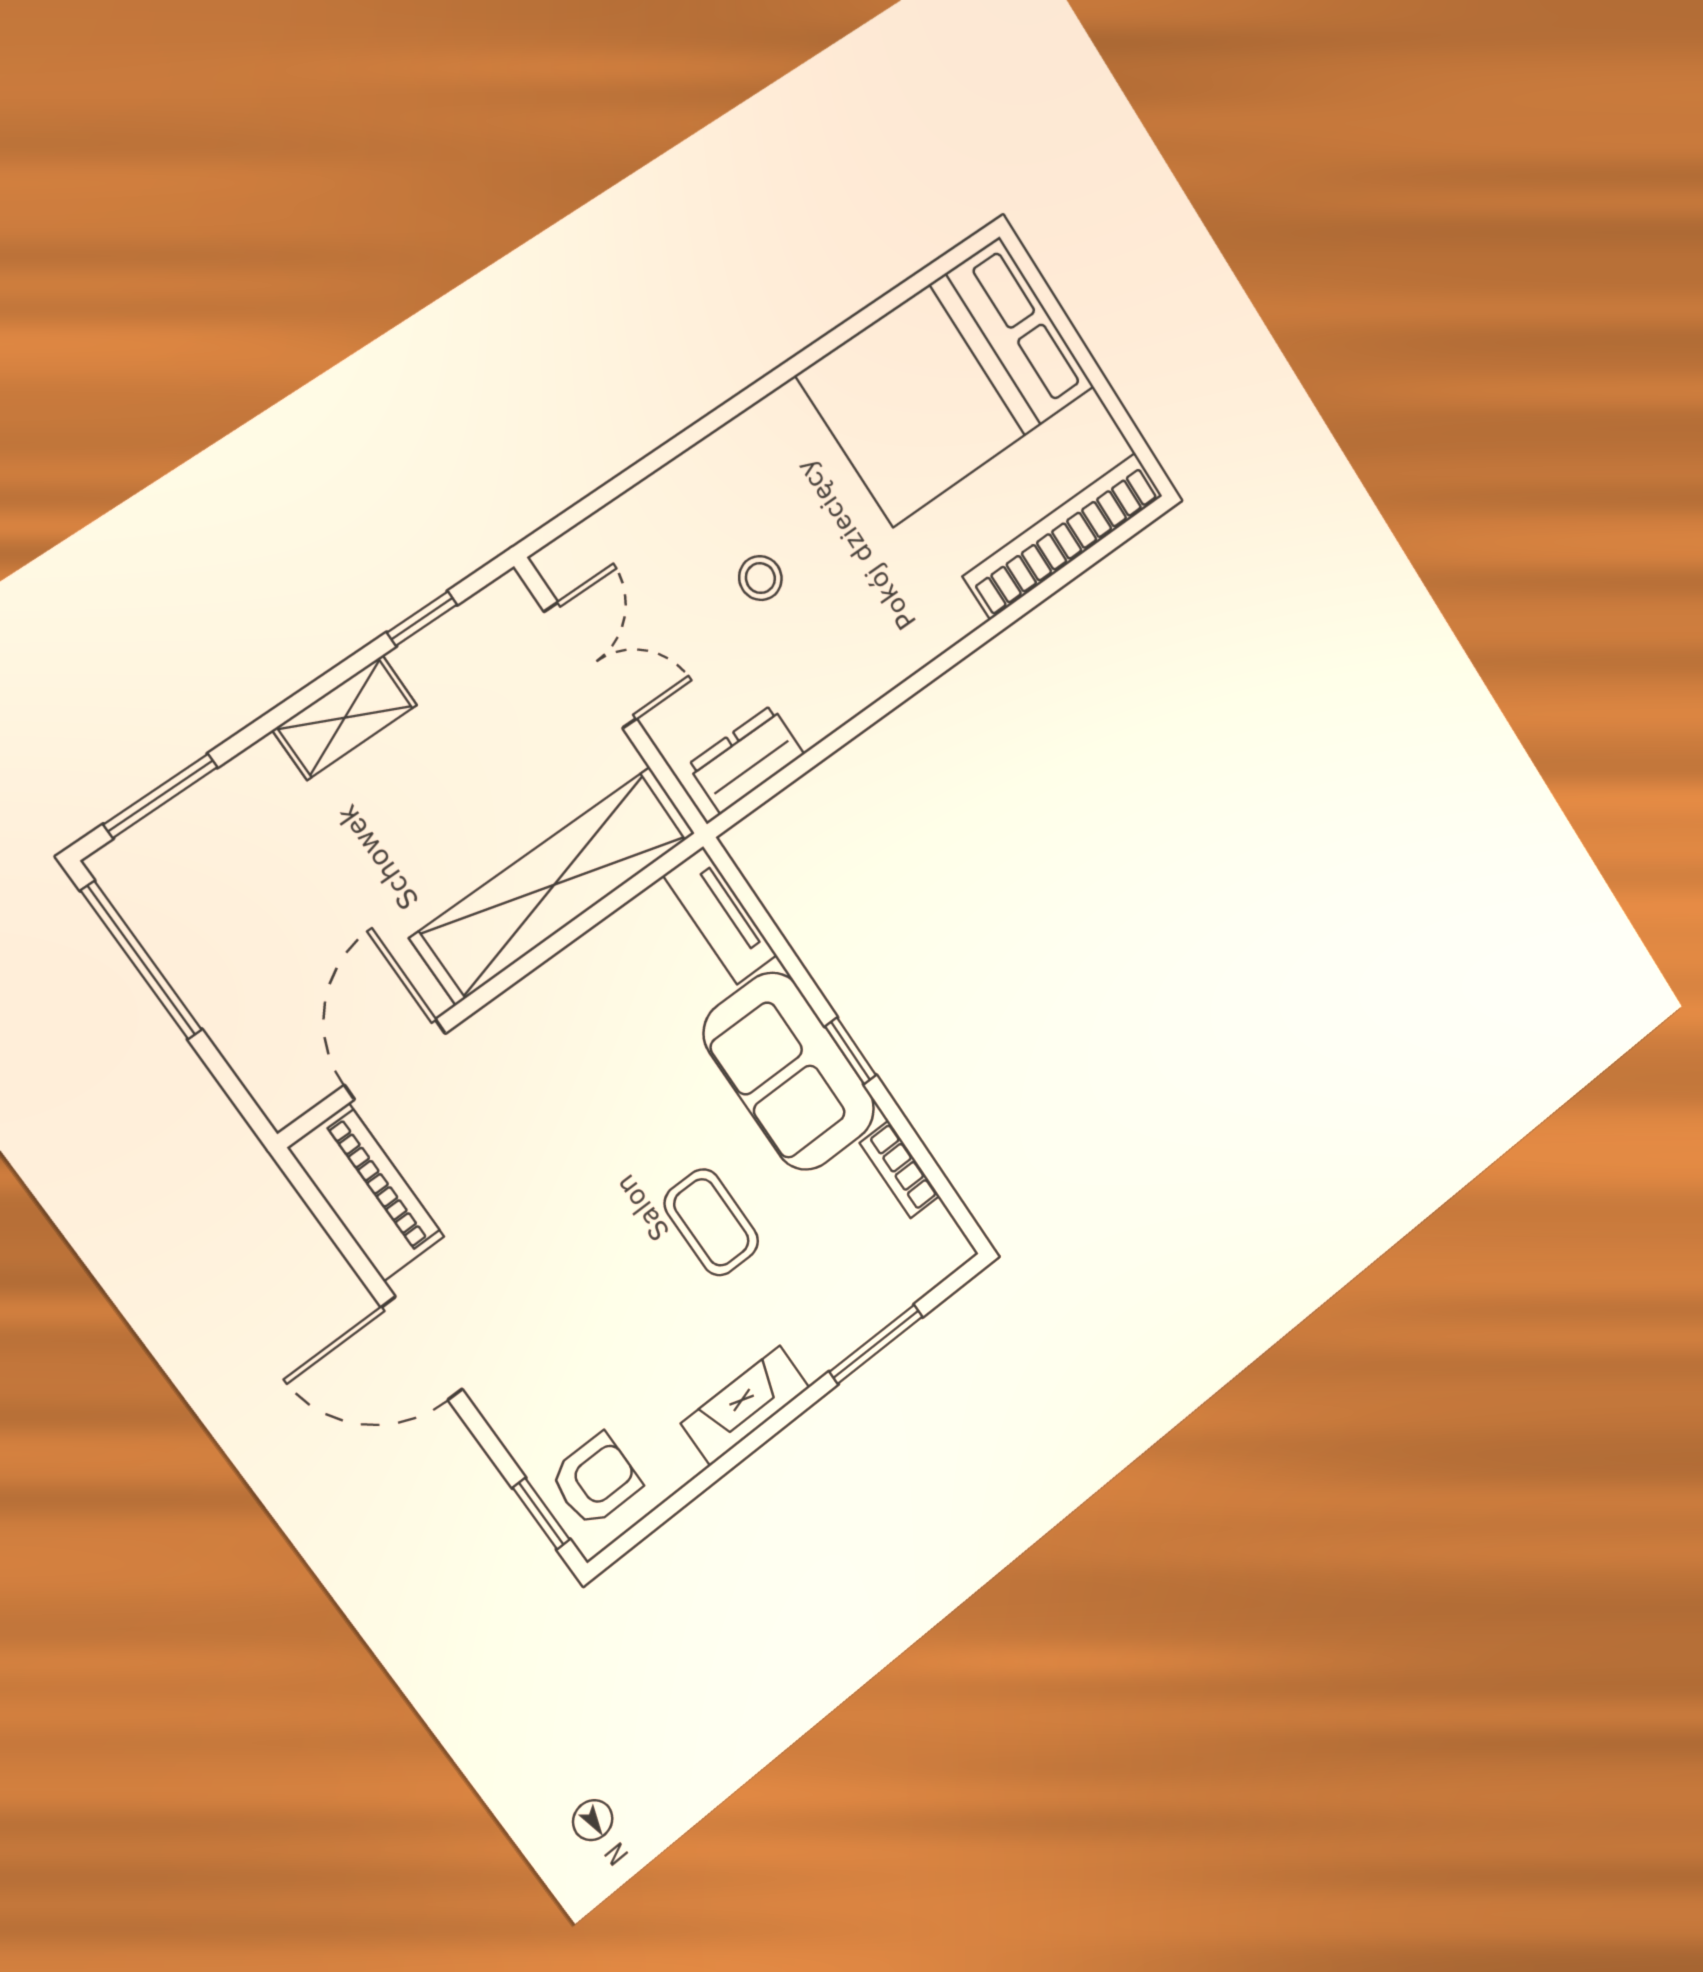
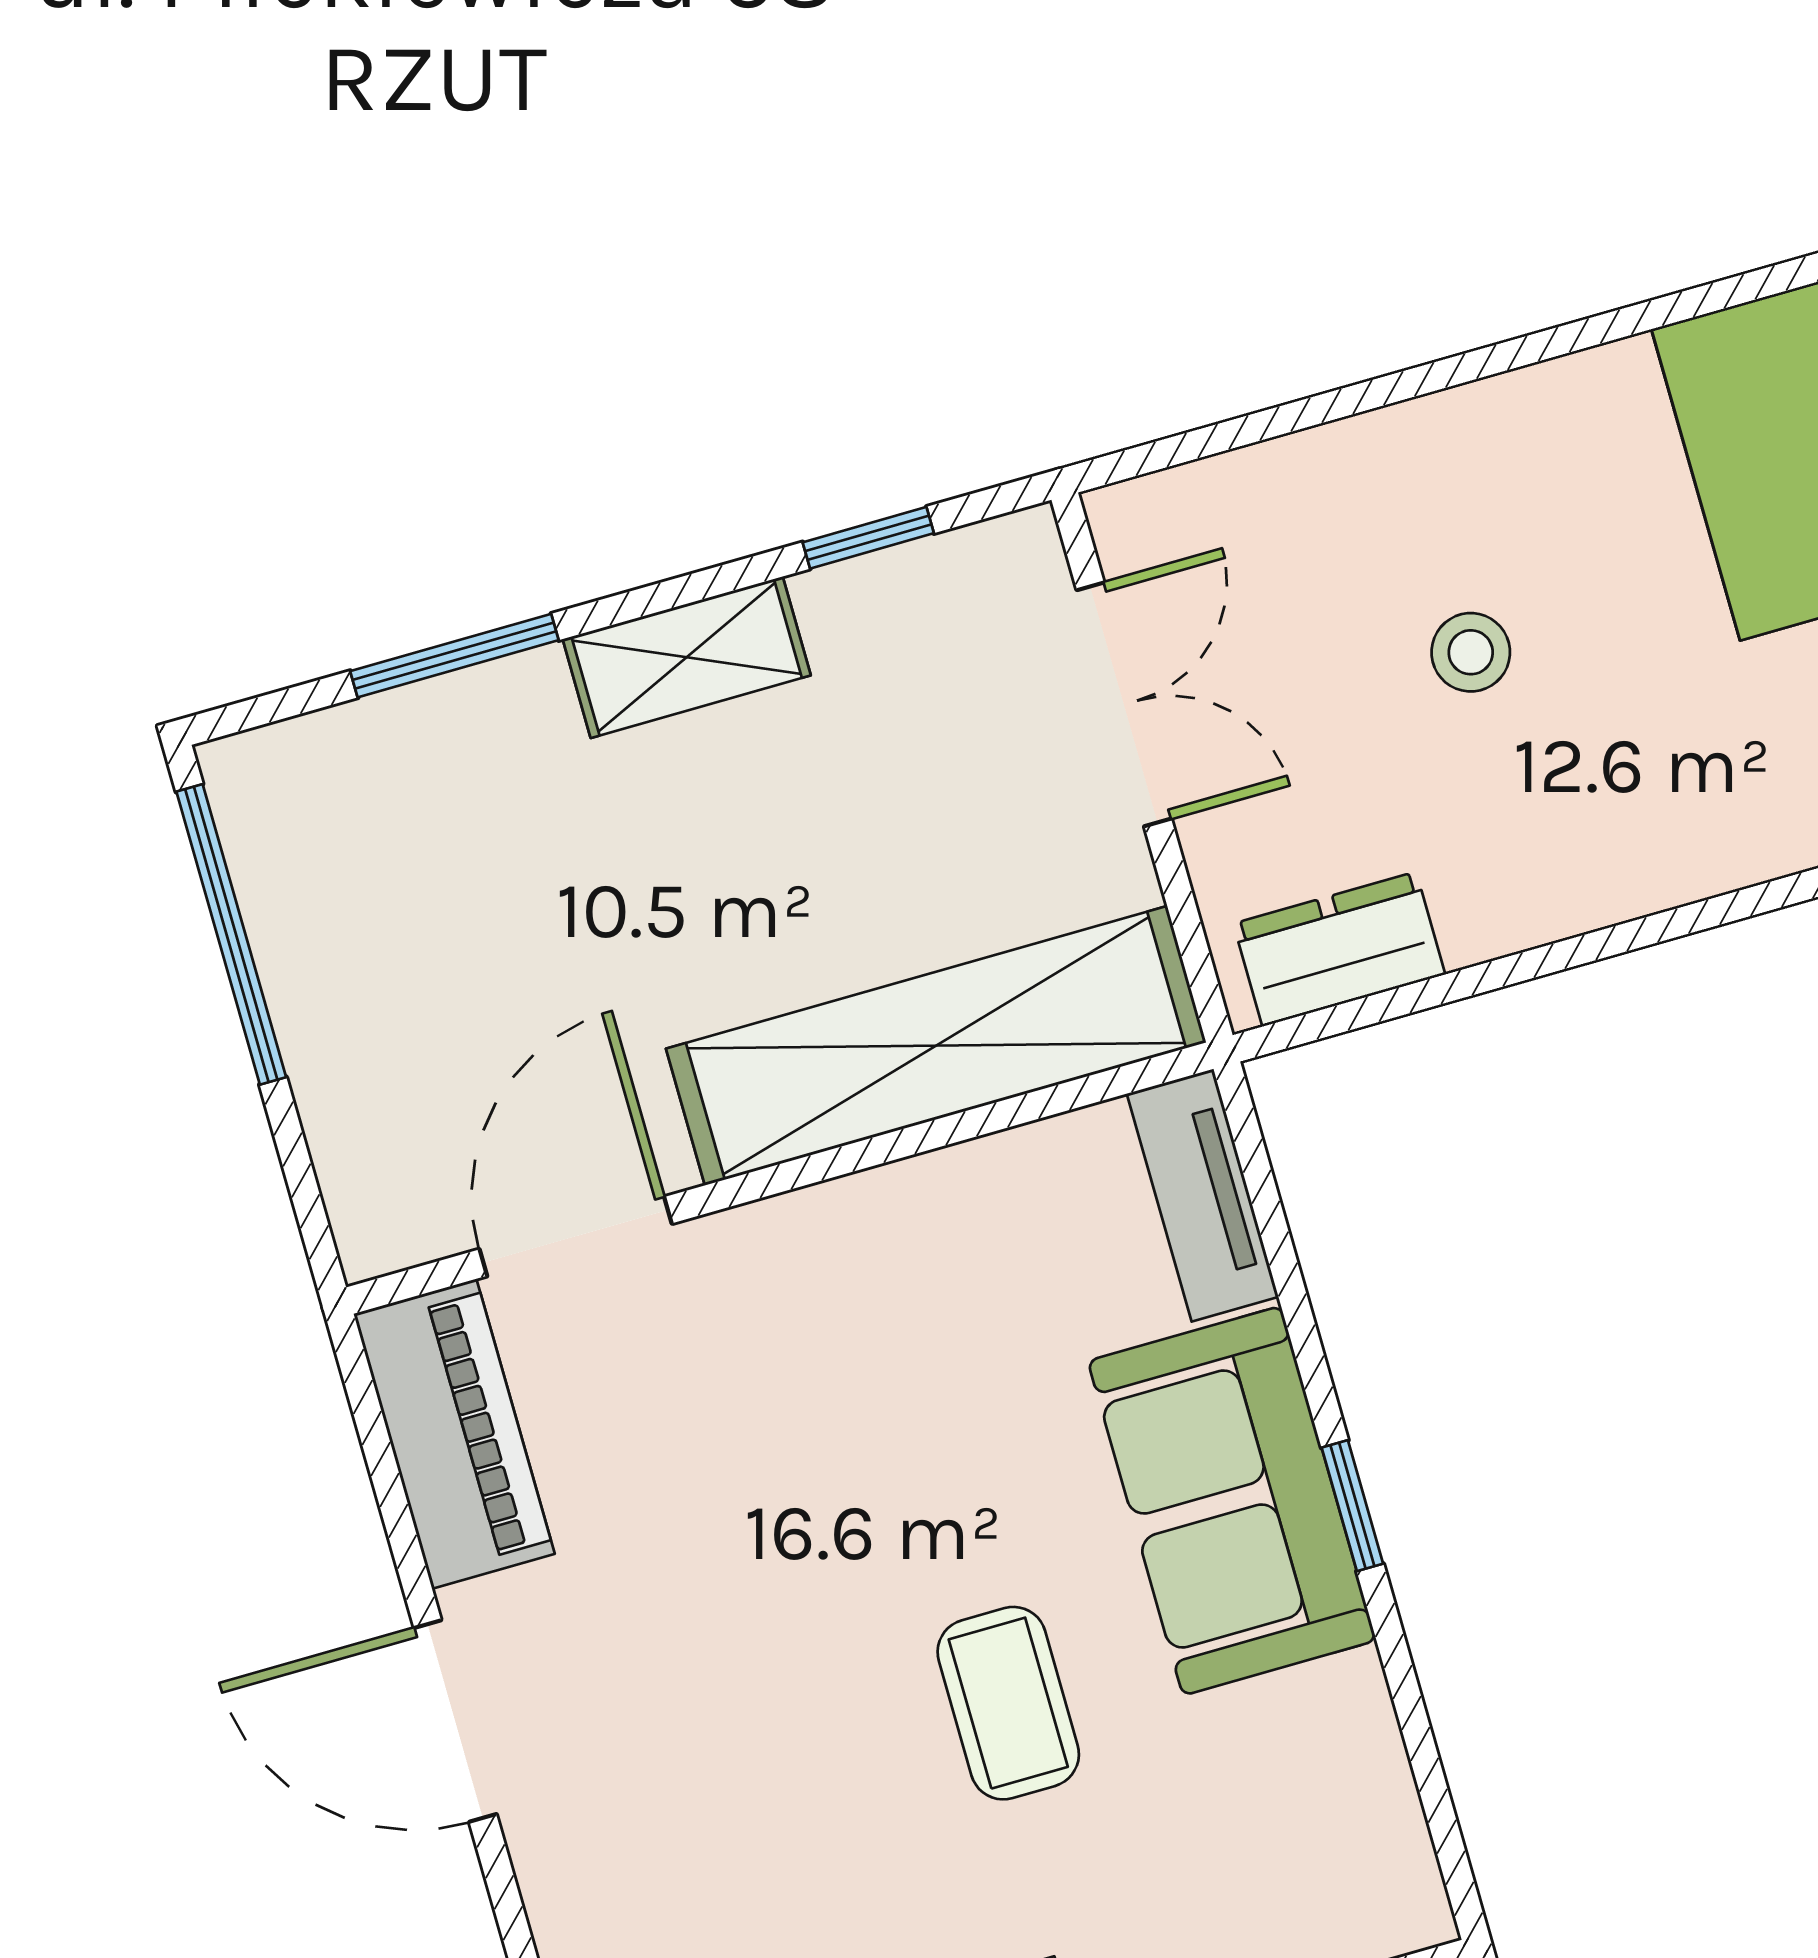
window: (161, 796) -> (454, 656), moved
bookcase: (900, 1170) -> (1370, 1741), removed

